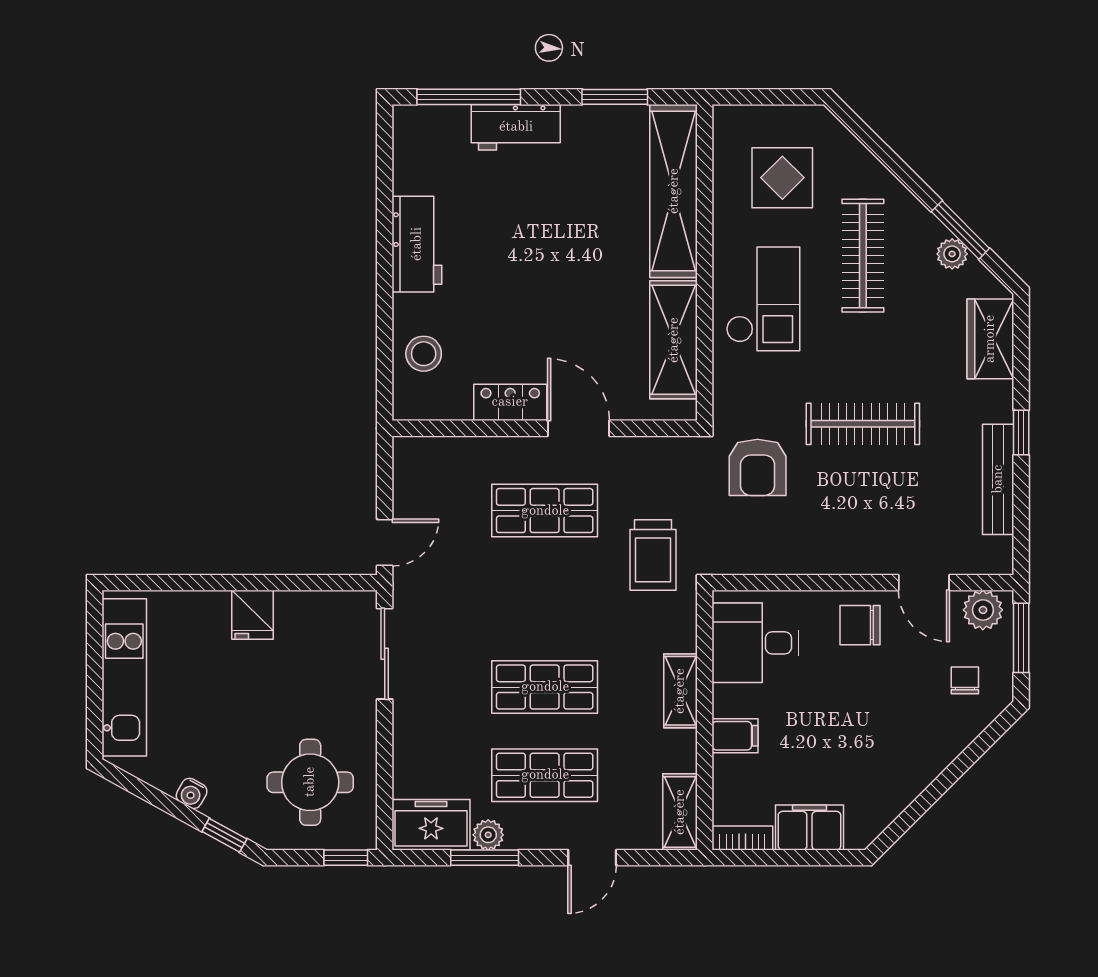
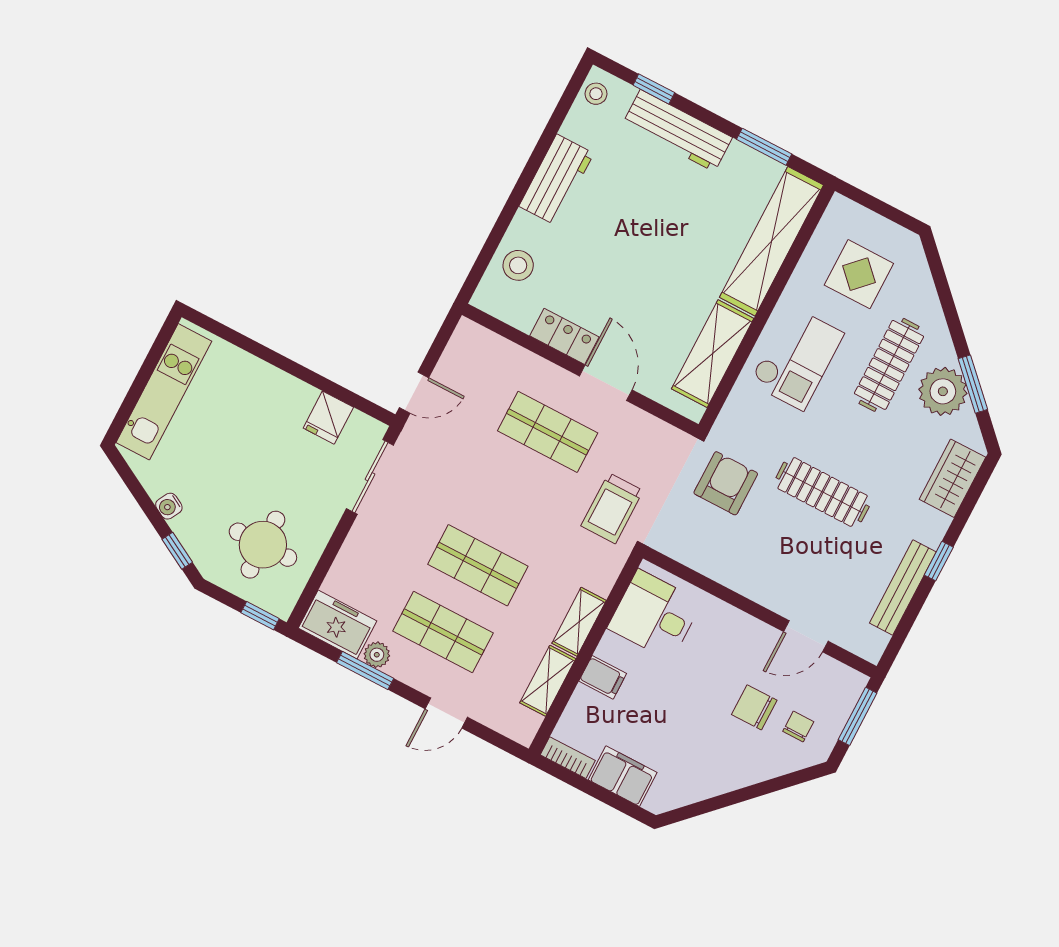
window: (469, 97) -> (654, 89), width x0.46
workbench: (516, 127) -> (677, 131), width x1.38
stool: (411, 133) -> (596, 94), added
plant: (952, 254) -> (943, 391), width x1.88, depth x1.88
armchair: (758, 467) -> (726, 483), turned 180
door: (924, 583) -> (806, 636), hinge flipped
plant: (983, 610) -> (840, 680), removed
fridge: (252, 615) -> (328, 418), moved
chair: (860, 625) -> (754, 707), moved
shelving: (680, 812) -> (548, 681), moved

